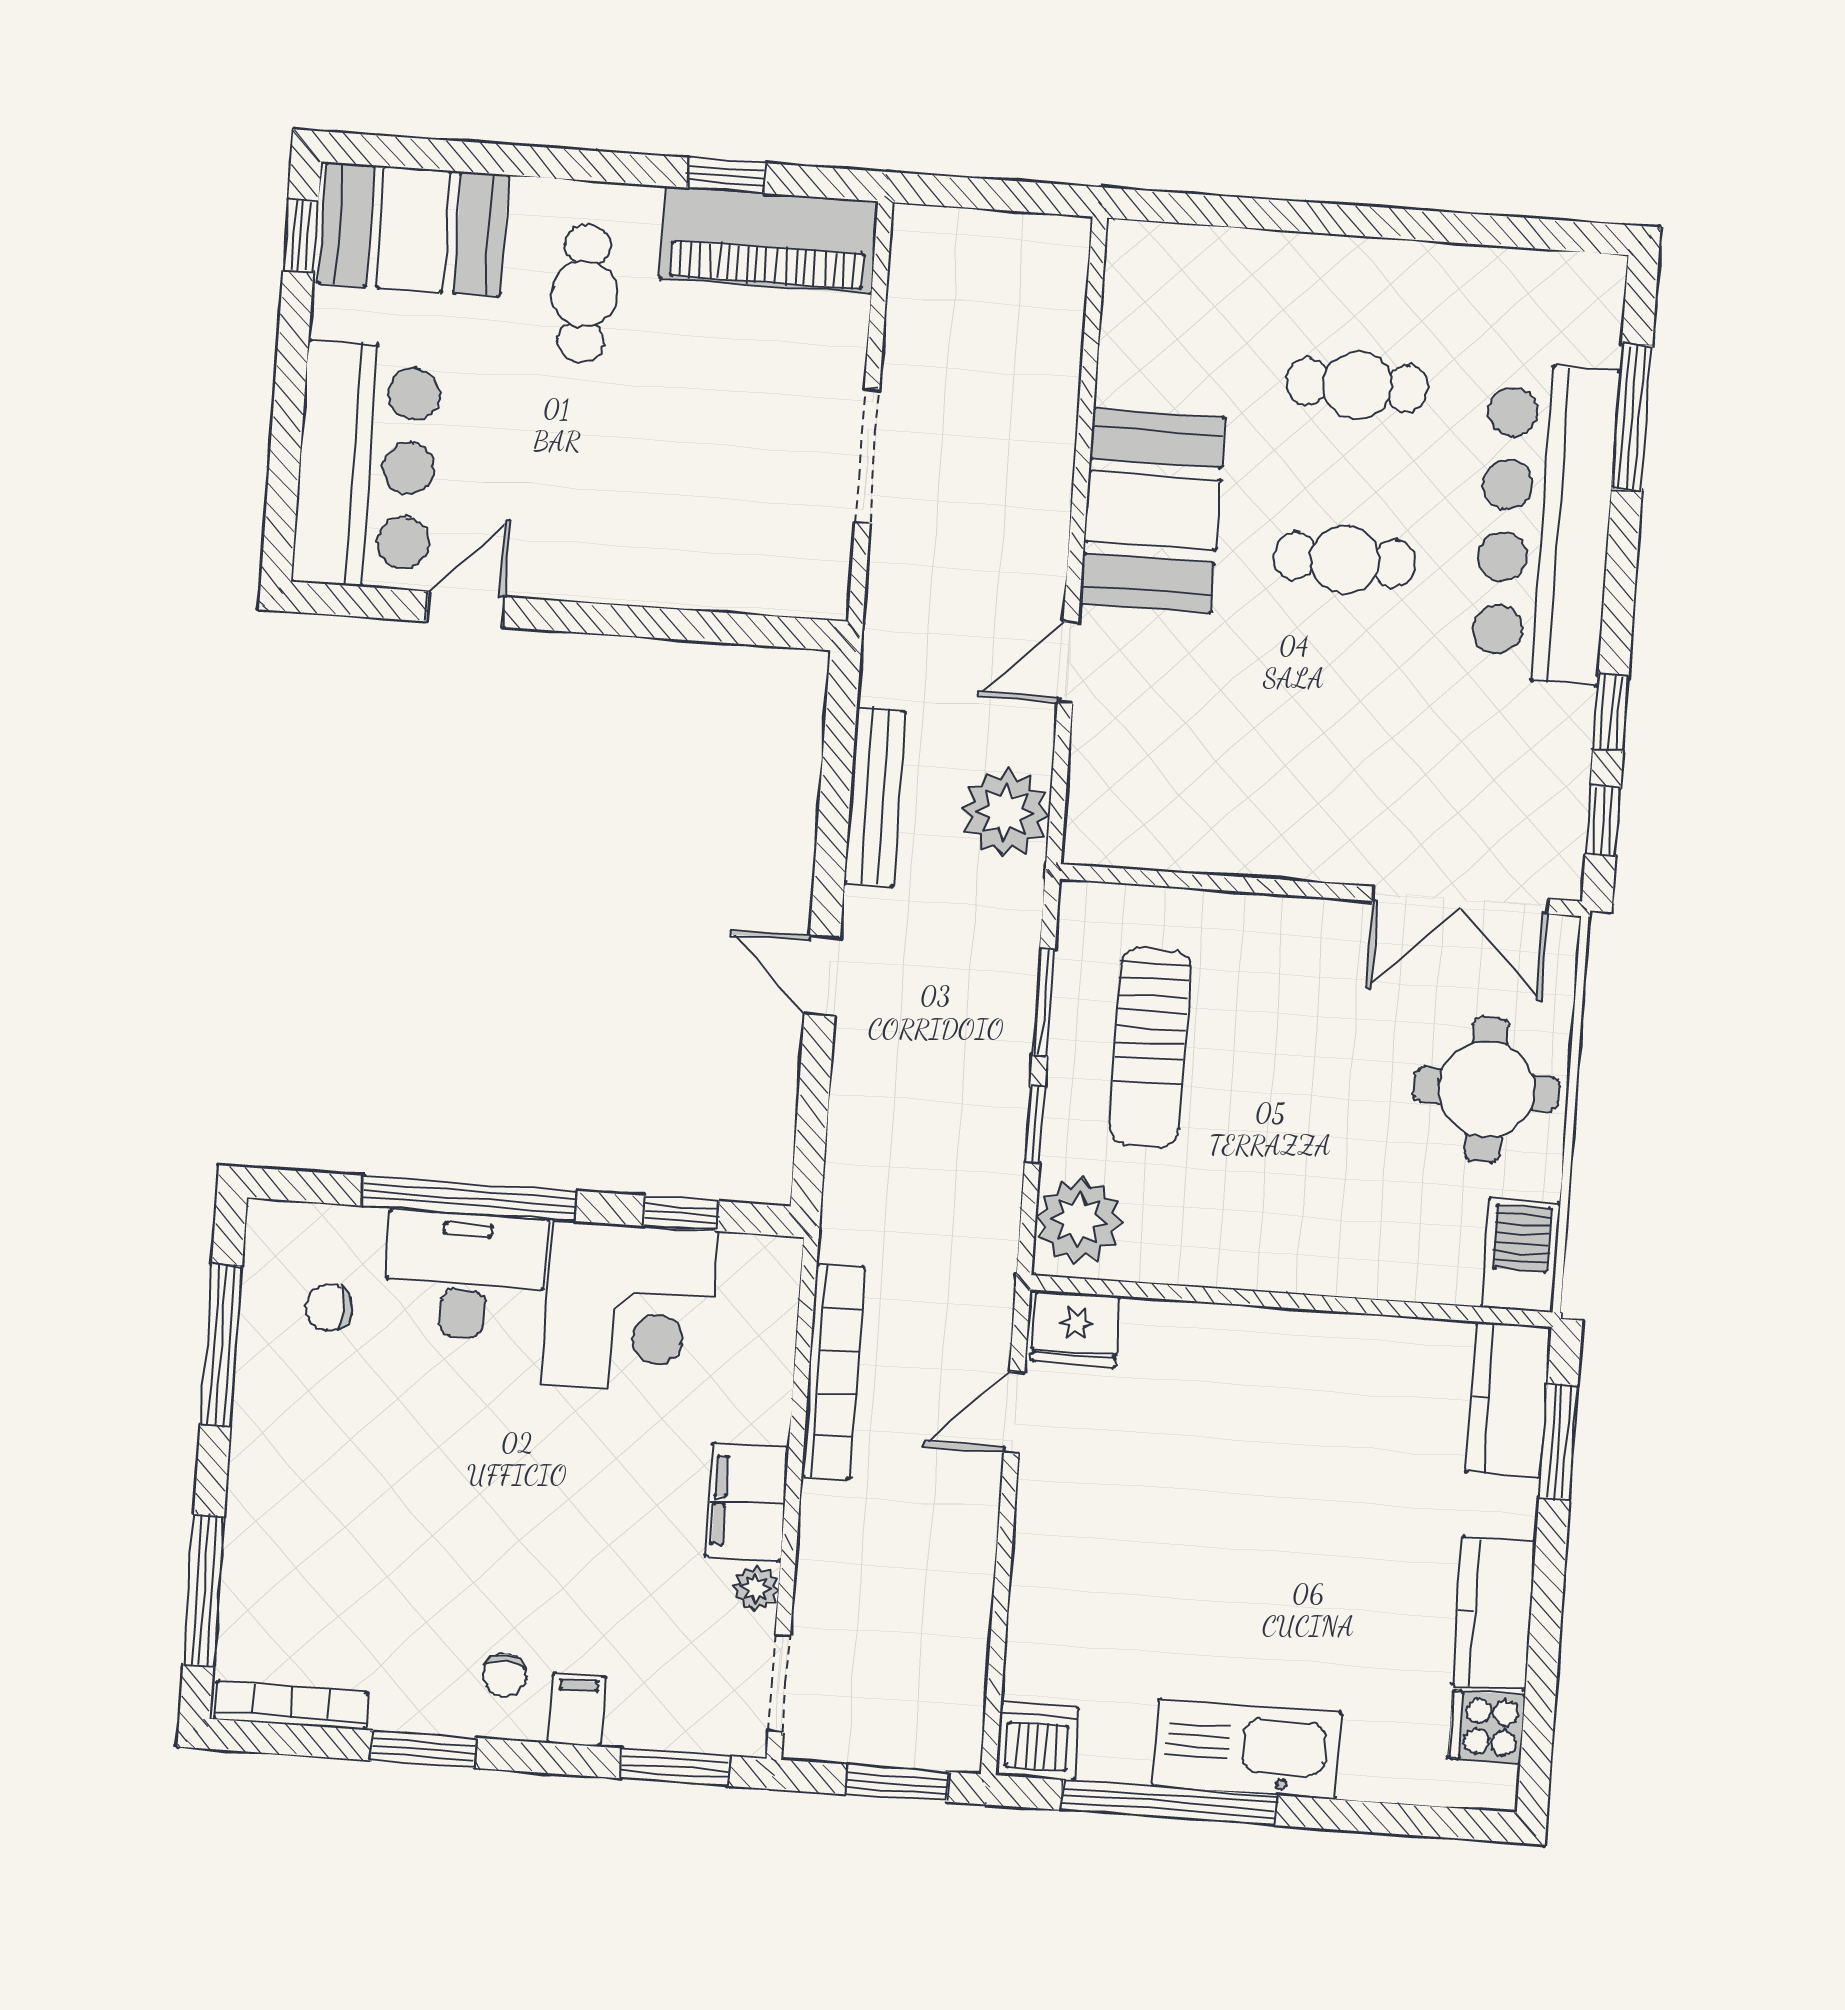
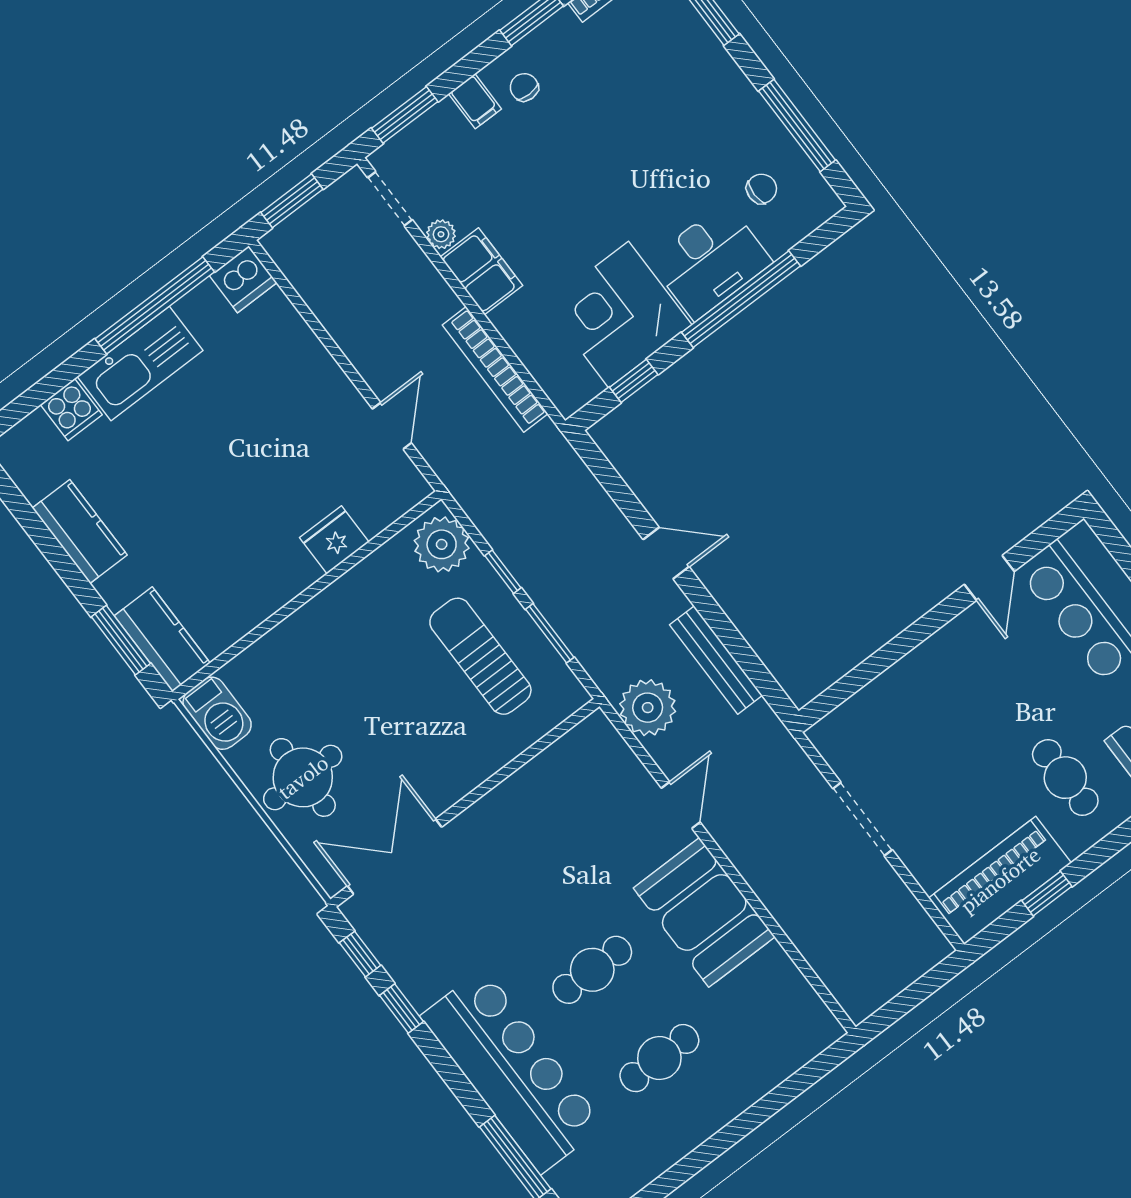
fridge: (1076, 1329) -> (334, 540), moved
cooker: (1487, 1727) -> (71, 410), moved, turned 90

